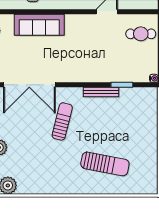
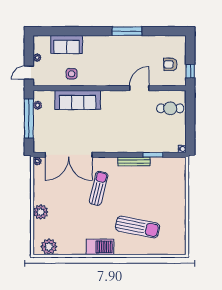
barbecue: (64, 186) -> (100, 247), added

